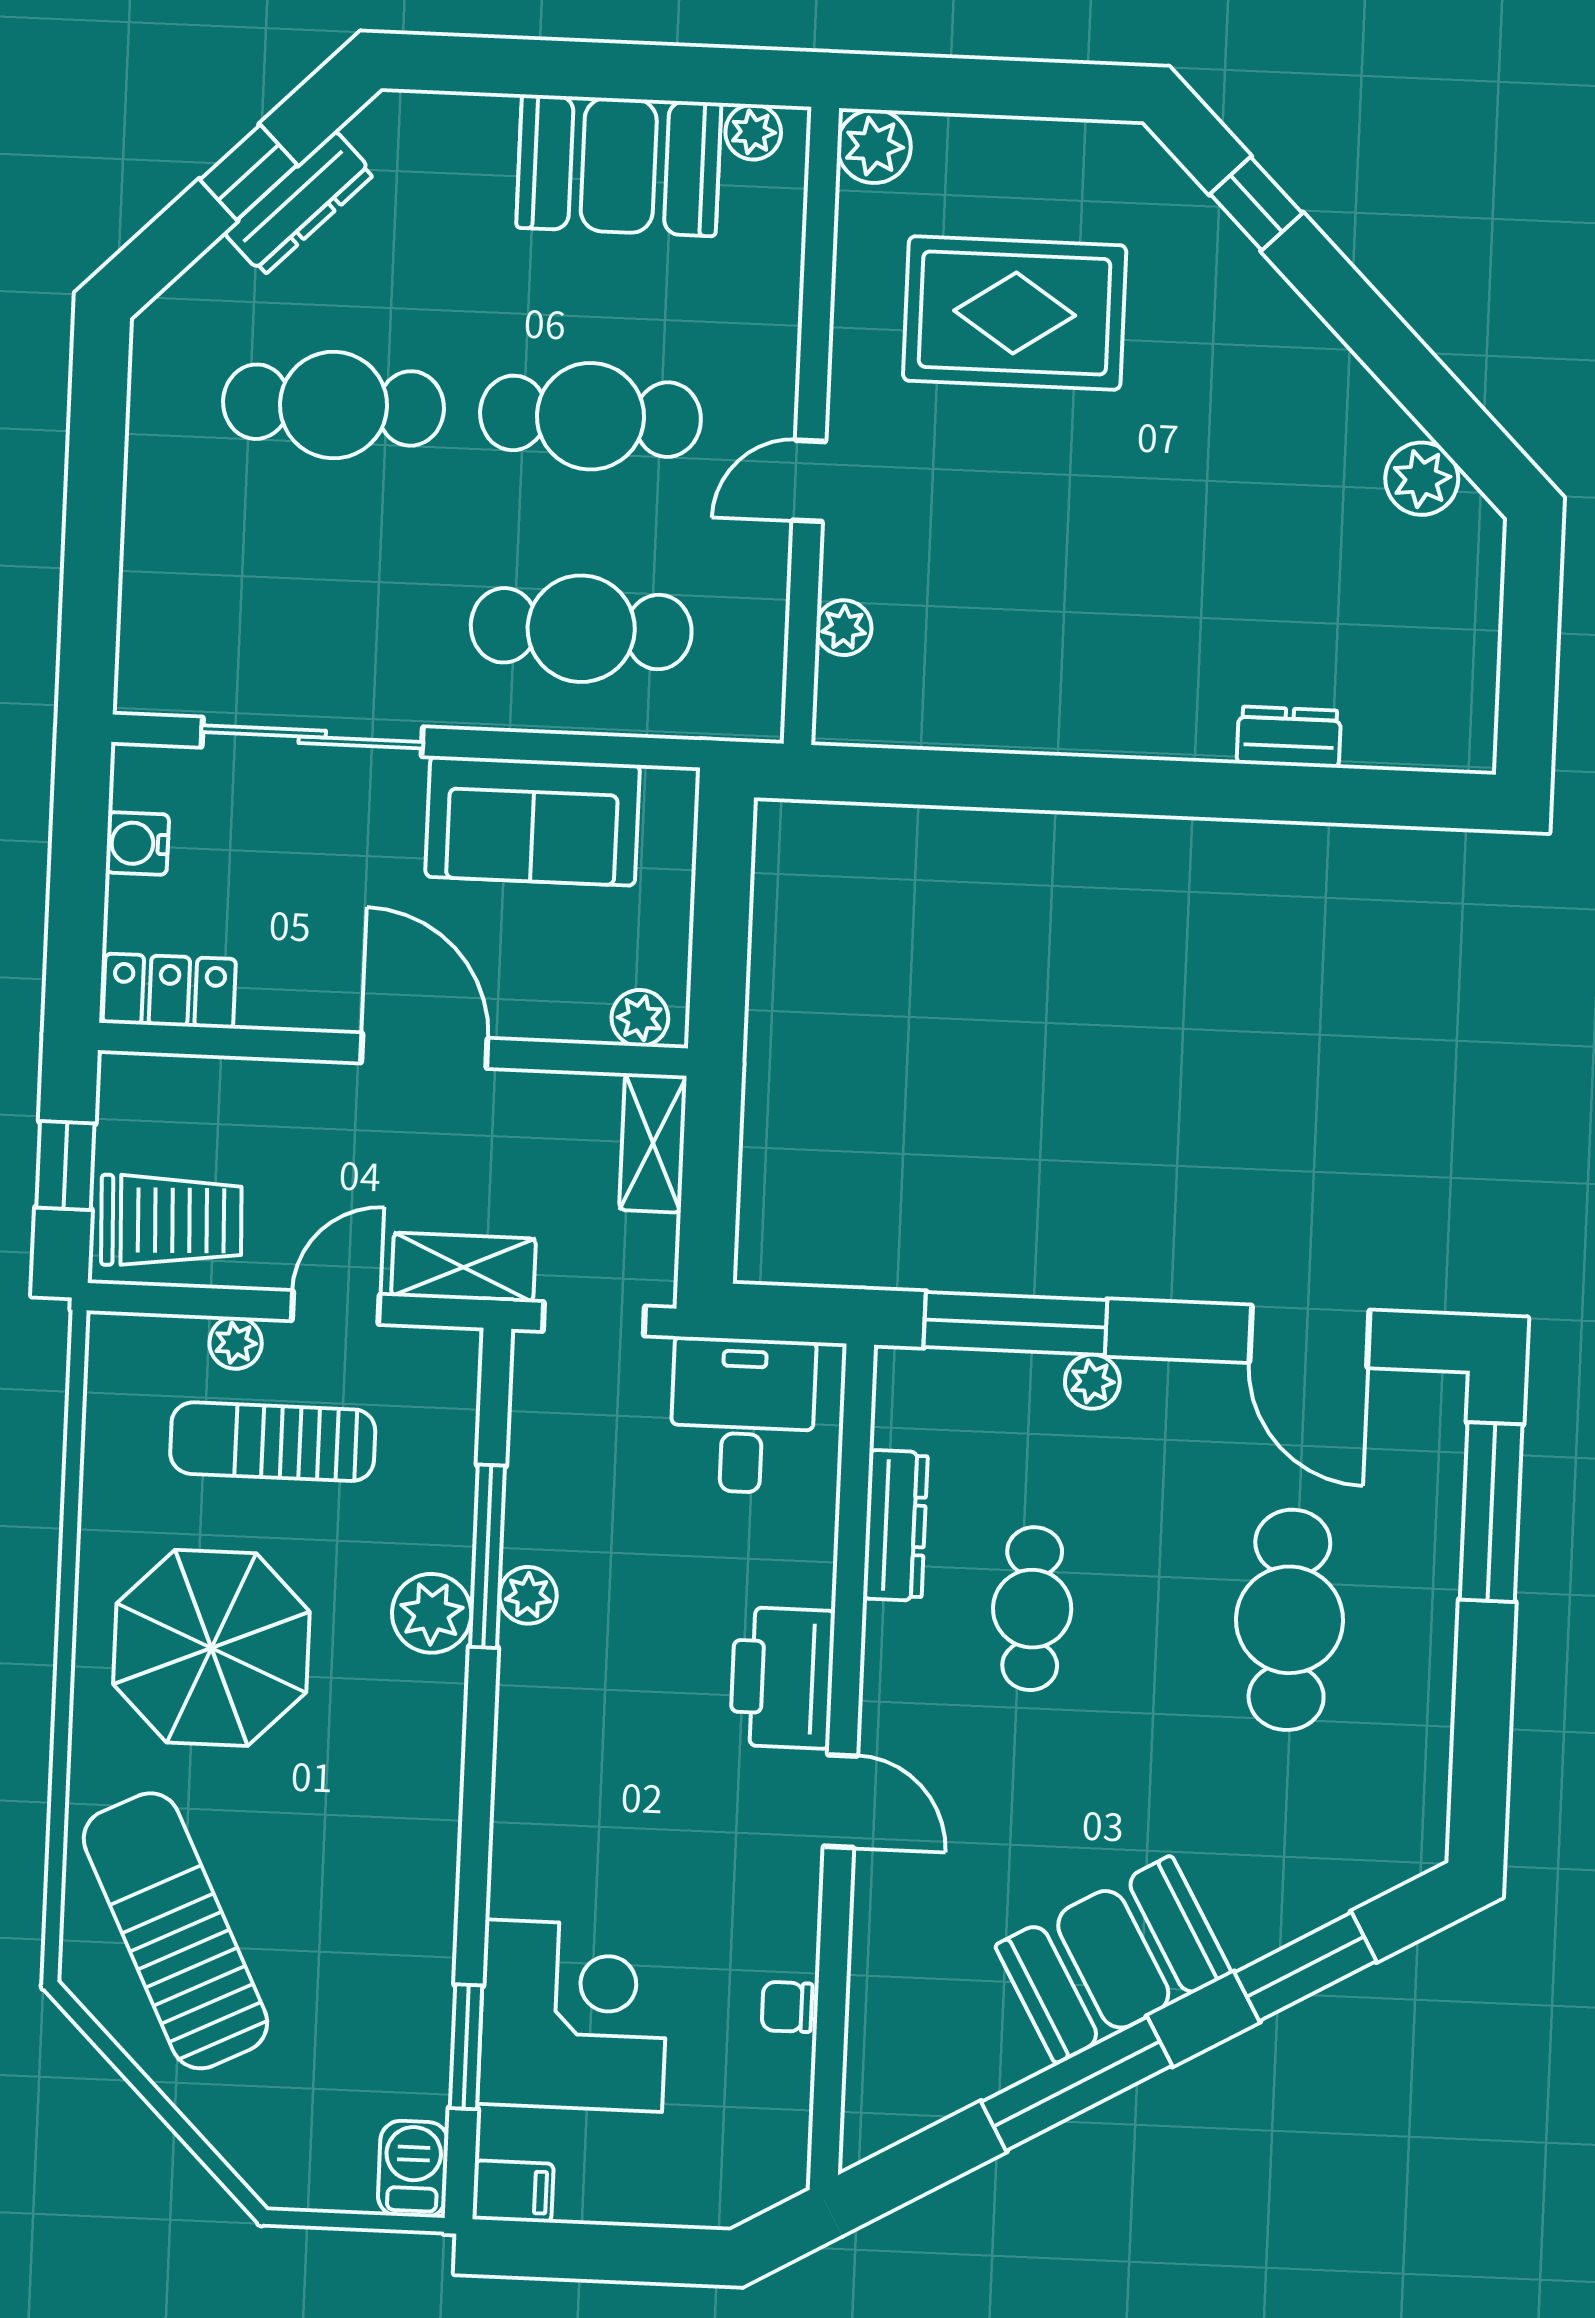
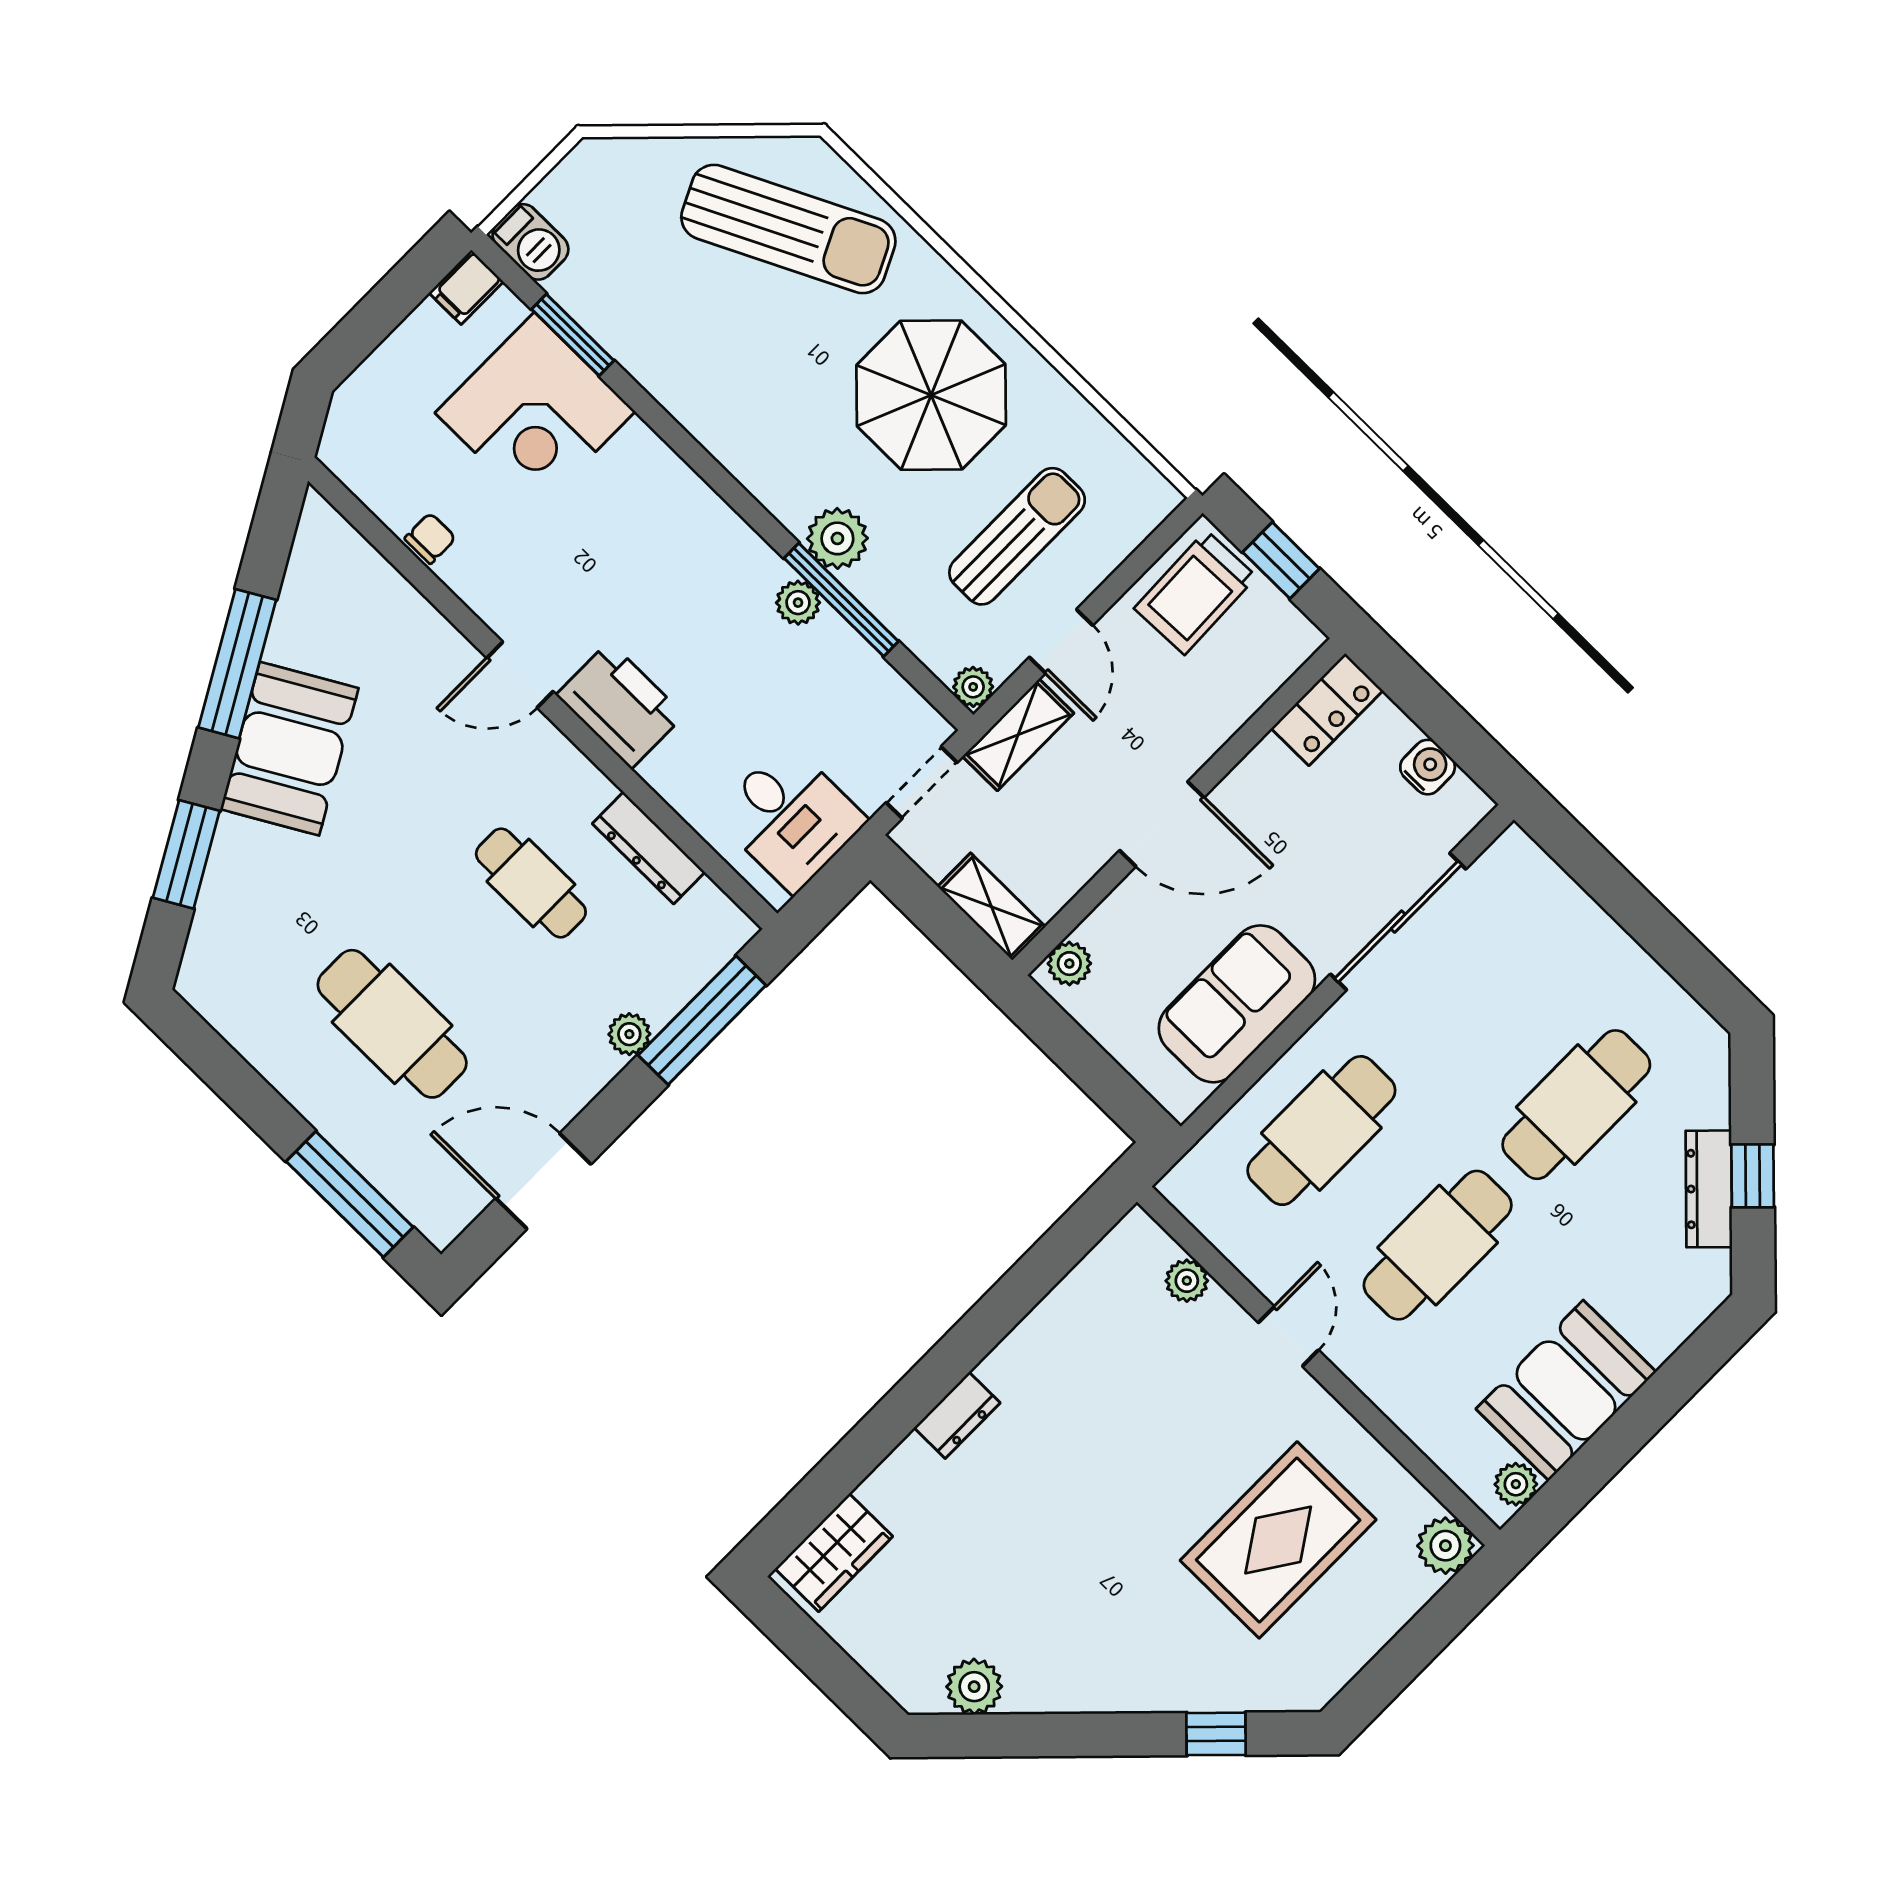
wardrobe: (1415, 731) -> (834, 1553), added
dresser: (1289, 737) -> (957, 1415), moved
plant: (236, 1343) -> (973, 687), moved

